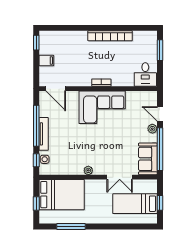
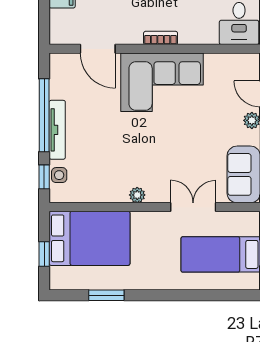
door: (56, 89) -> (98, 49), moved
double door: (120, 177) -> (193, 207), swing flipped
window: (71, 226) -> (106, 295), width x0.69

